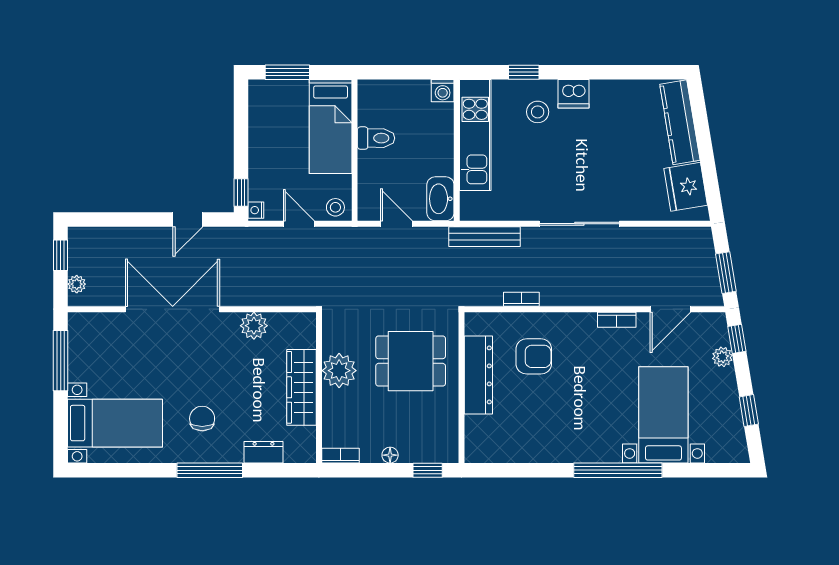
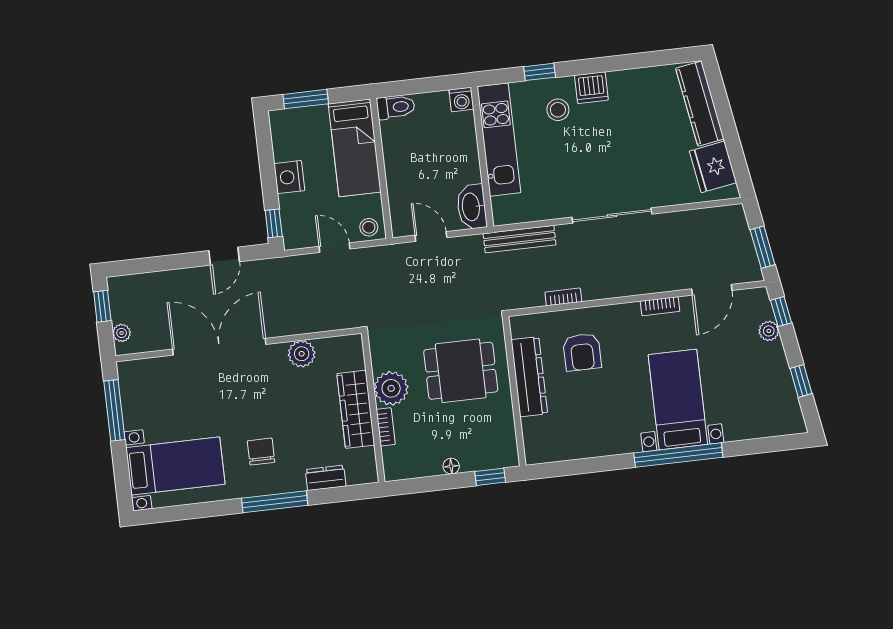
toilet: (376, 138) -> (396, 107), moved
nightstand: (256, 210) -> (289, 177), moved, width x1.89, depth x1.79
armchair: (534, 356) -> (582, 352), turned 90
bed with nightstands: (663, 415) -> (678, 400), moved
bookcase: (340, 456) -> (386, 427), moved, turned 90

